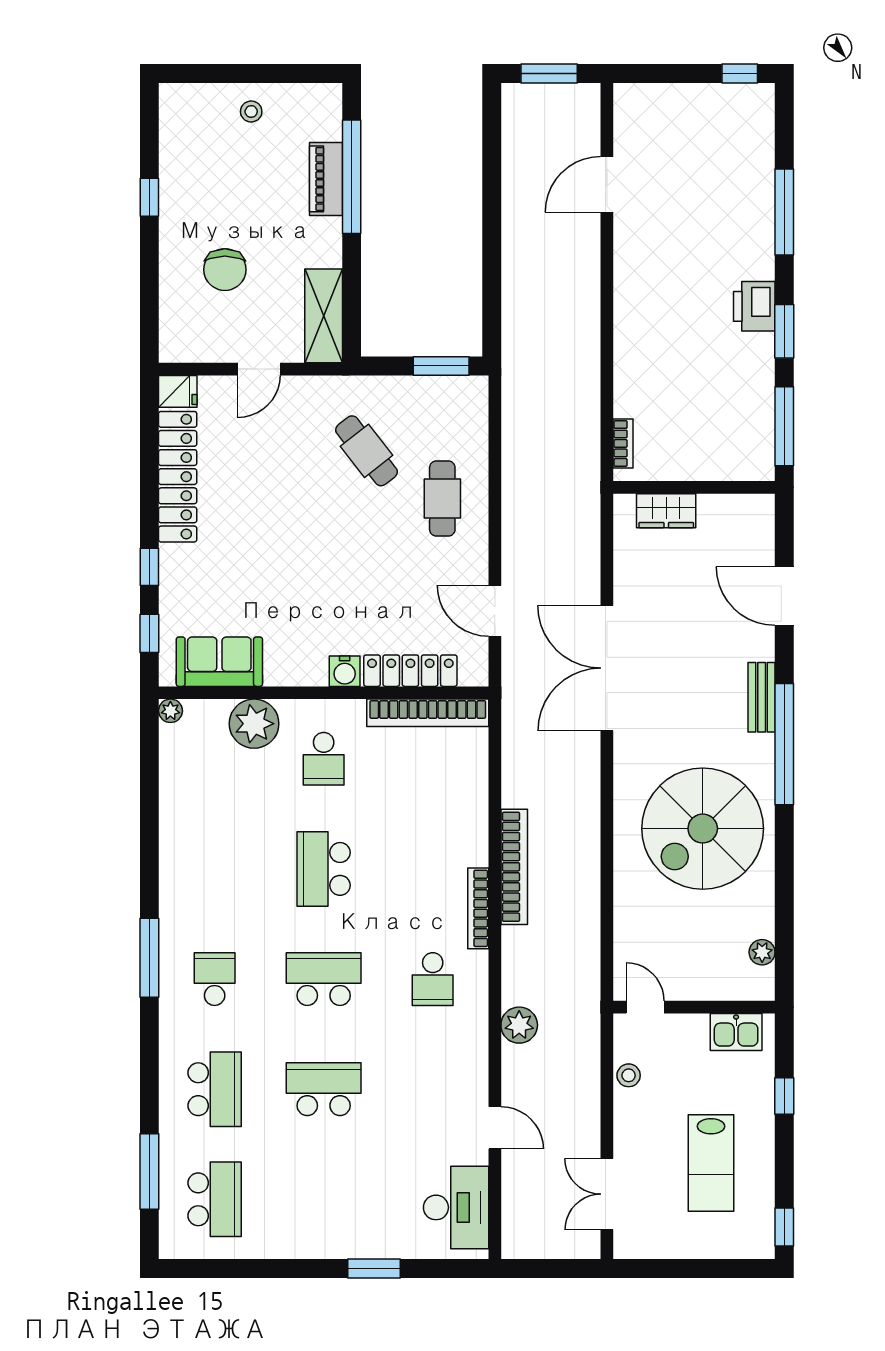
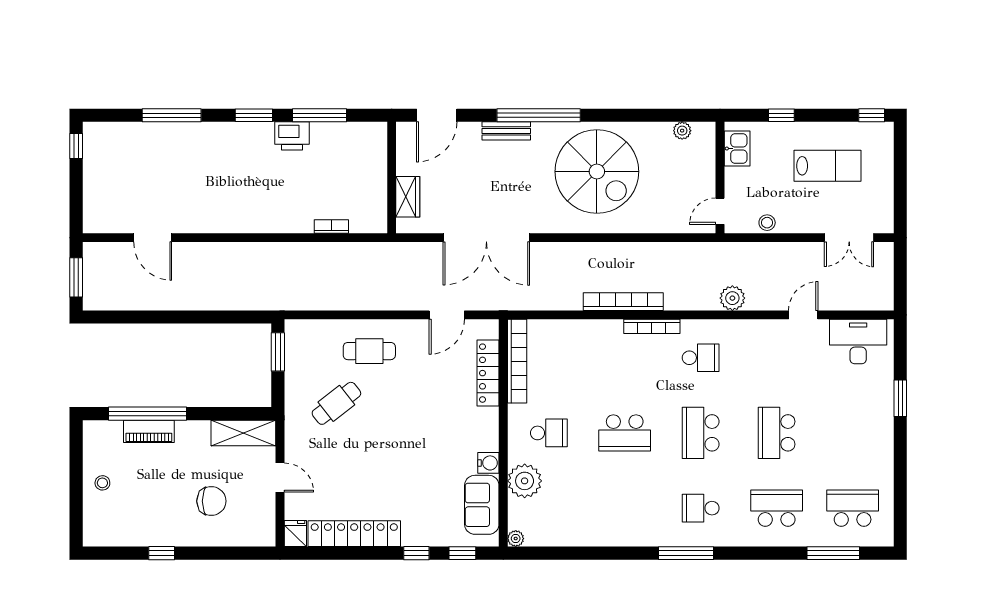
printer: (754, 306) -> (292, 136), moved
wall: (694, 487) -> (392, 178), moved
wardrobe: (666, 511) -> (408, 197), moved
water cooler: (345, 671) -> (488, 463), moved

